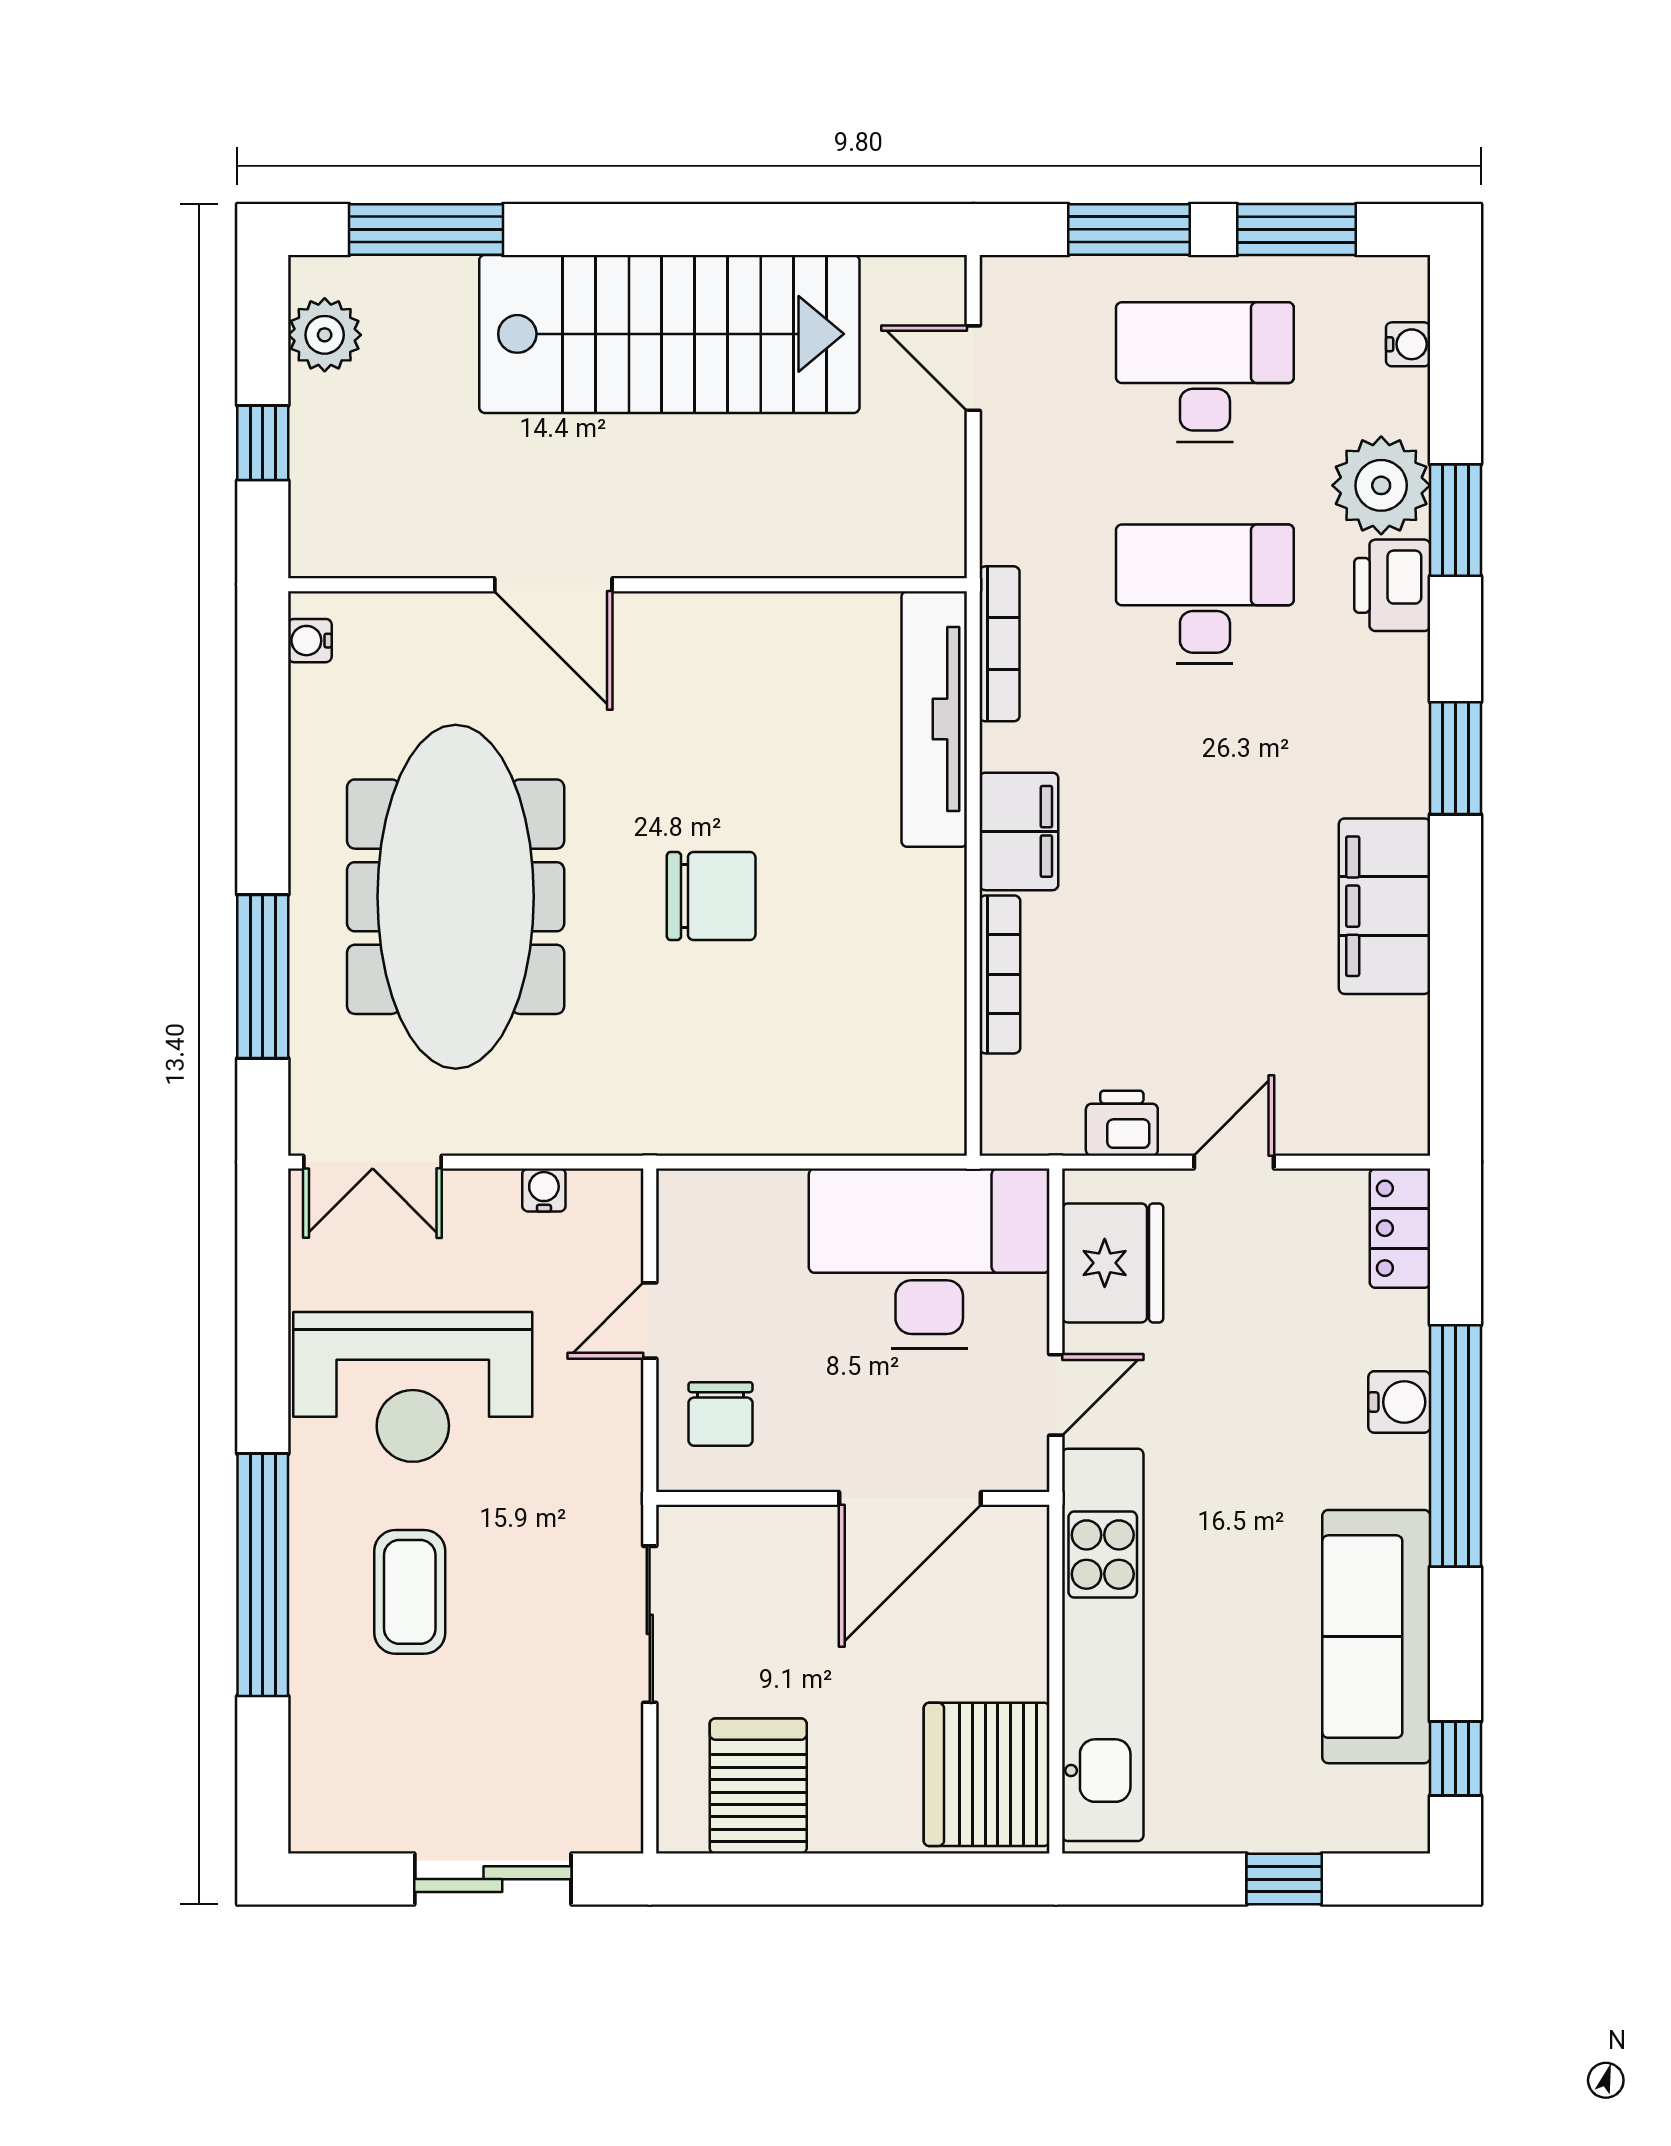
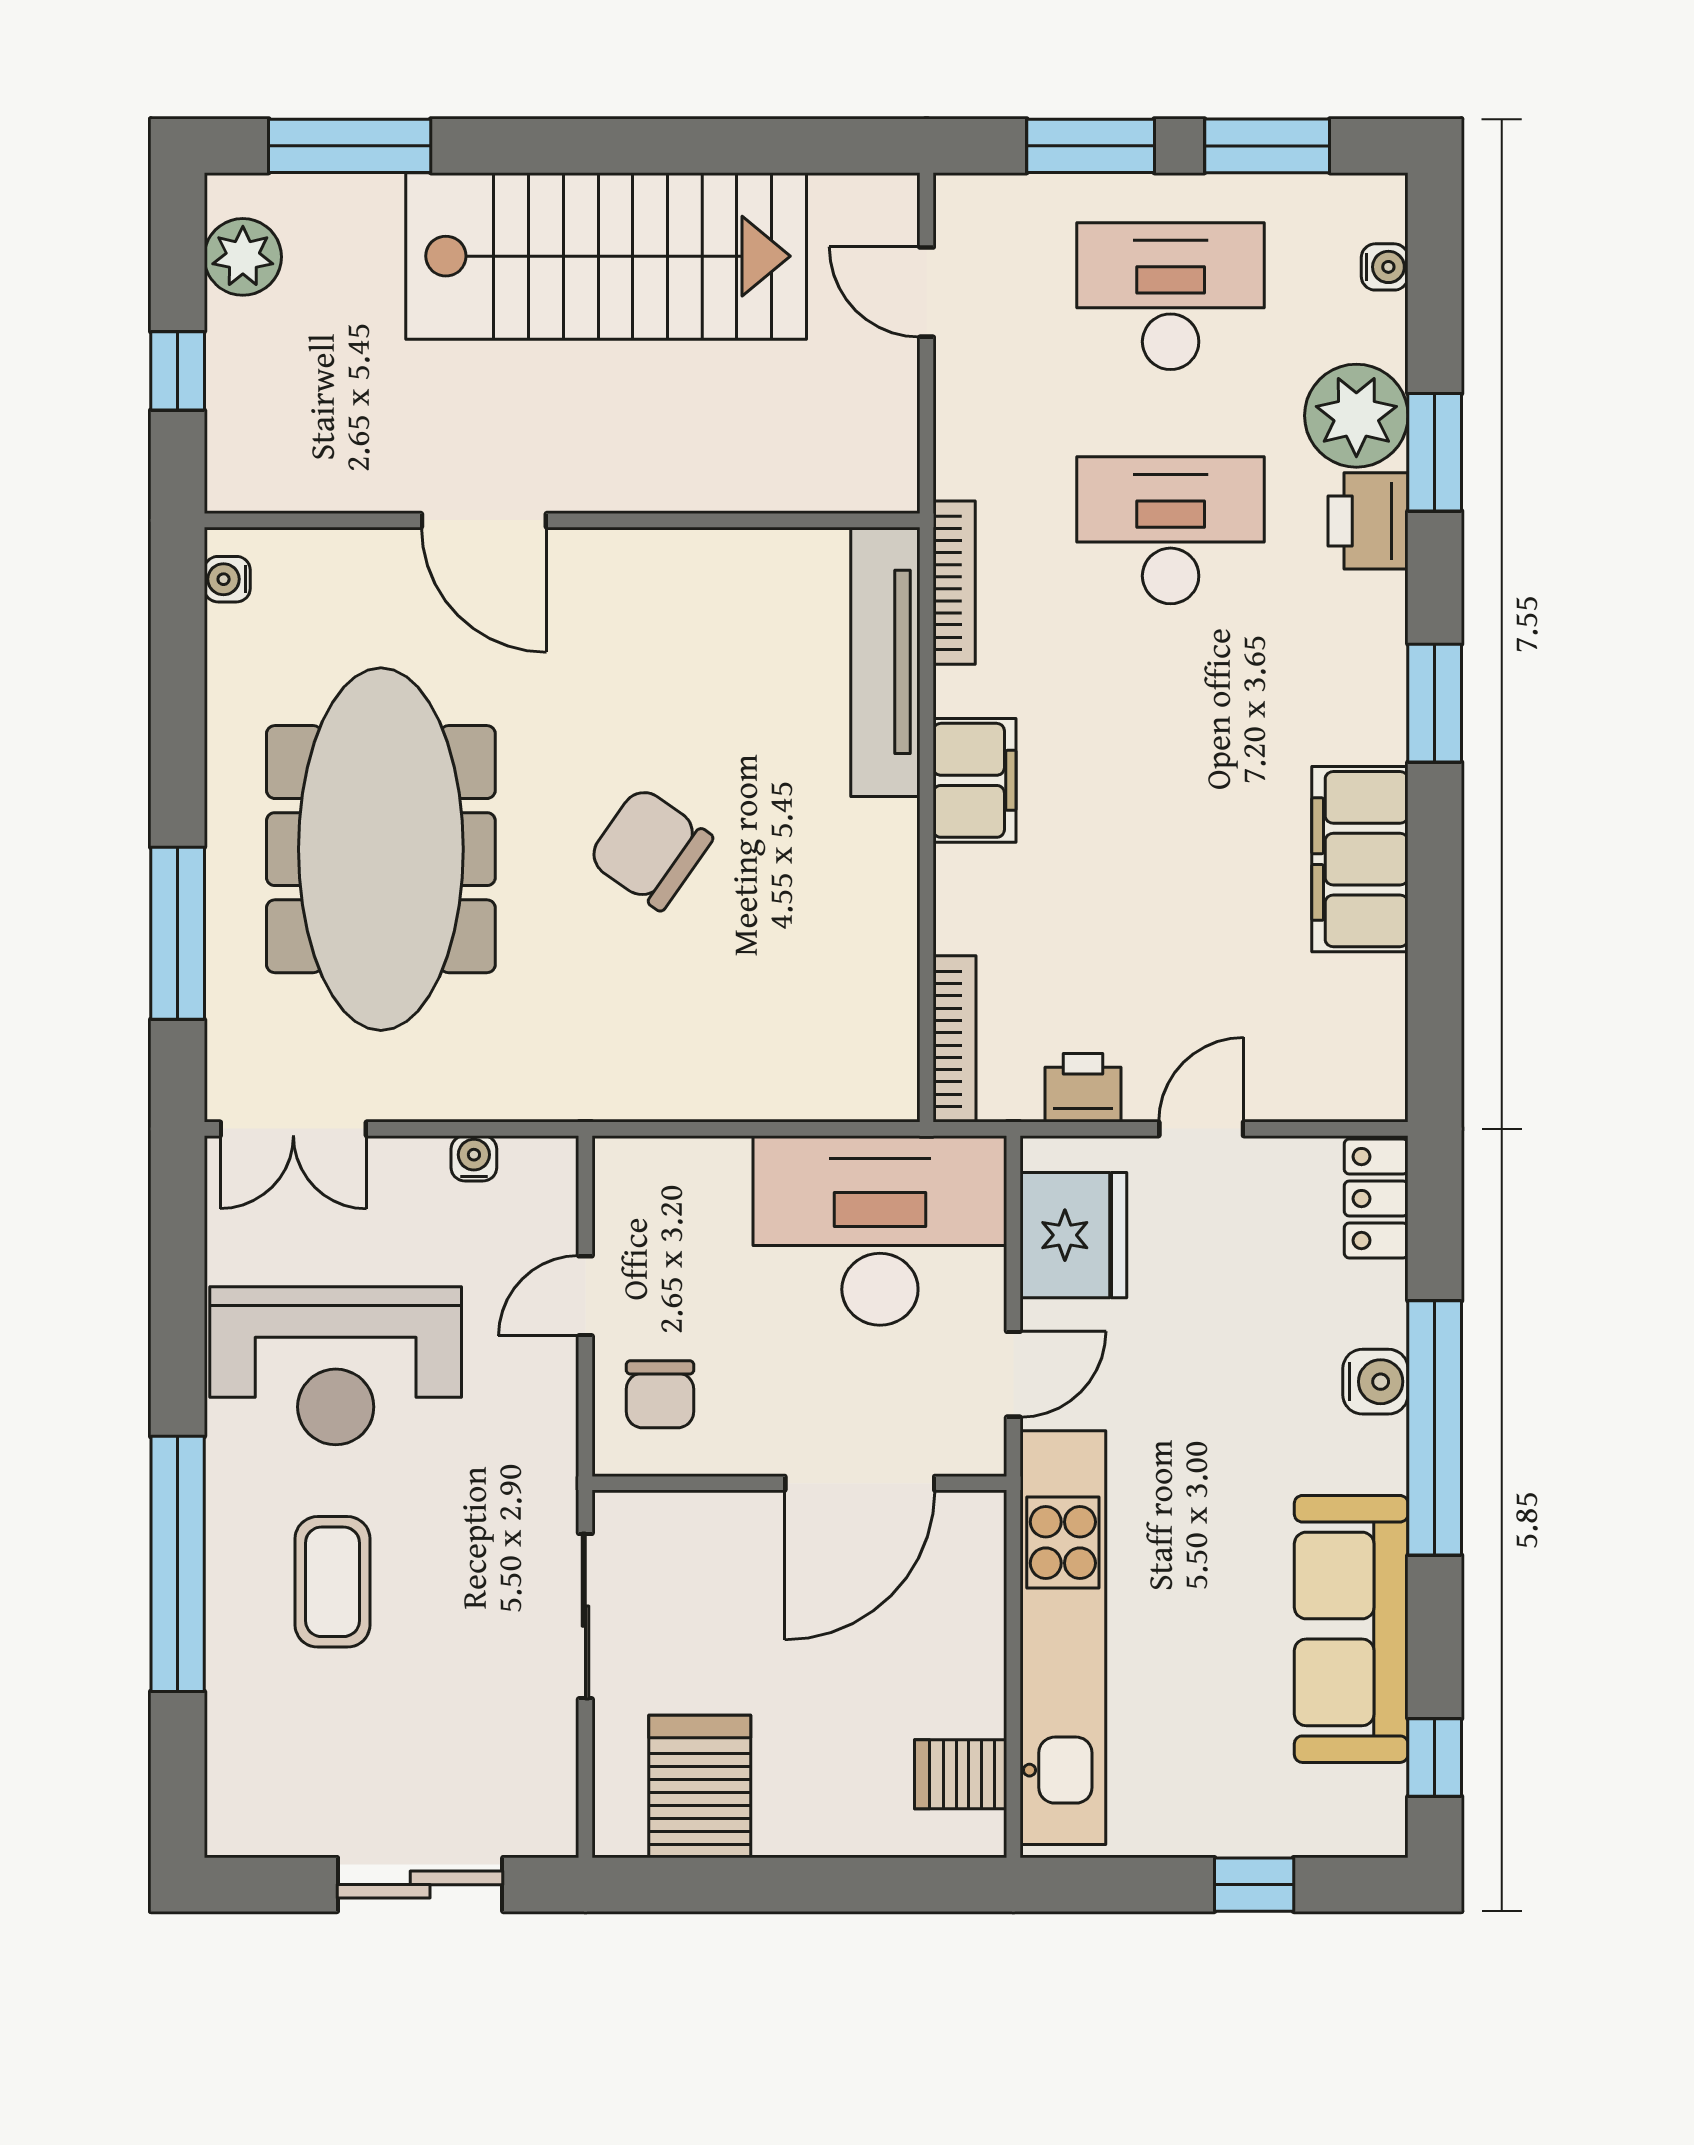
chair: (711, 896) -> (650, 848), turned -145
bookcase: (1000, 974) -> (954, 1039), moved
server rack: (987, 1774) -> (961, 1774), width x0.46, depth x0.70

